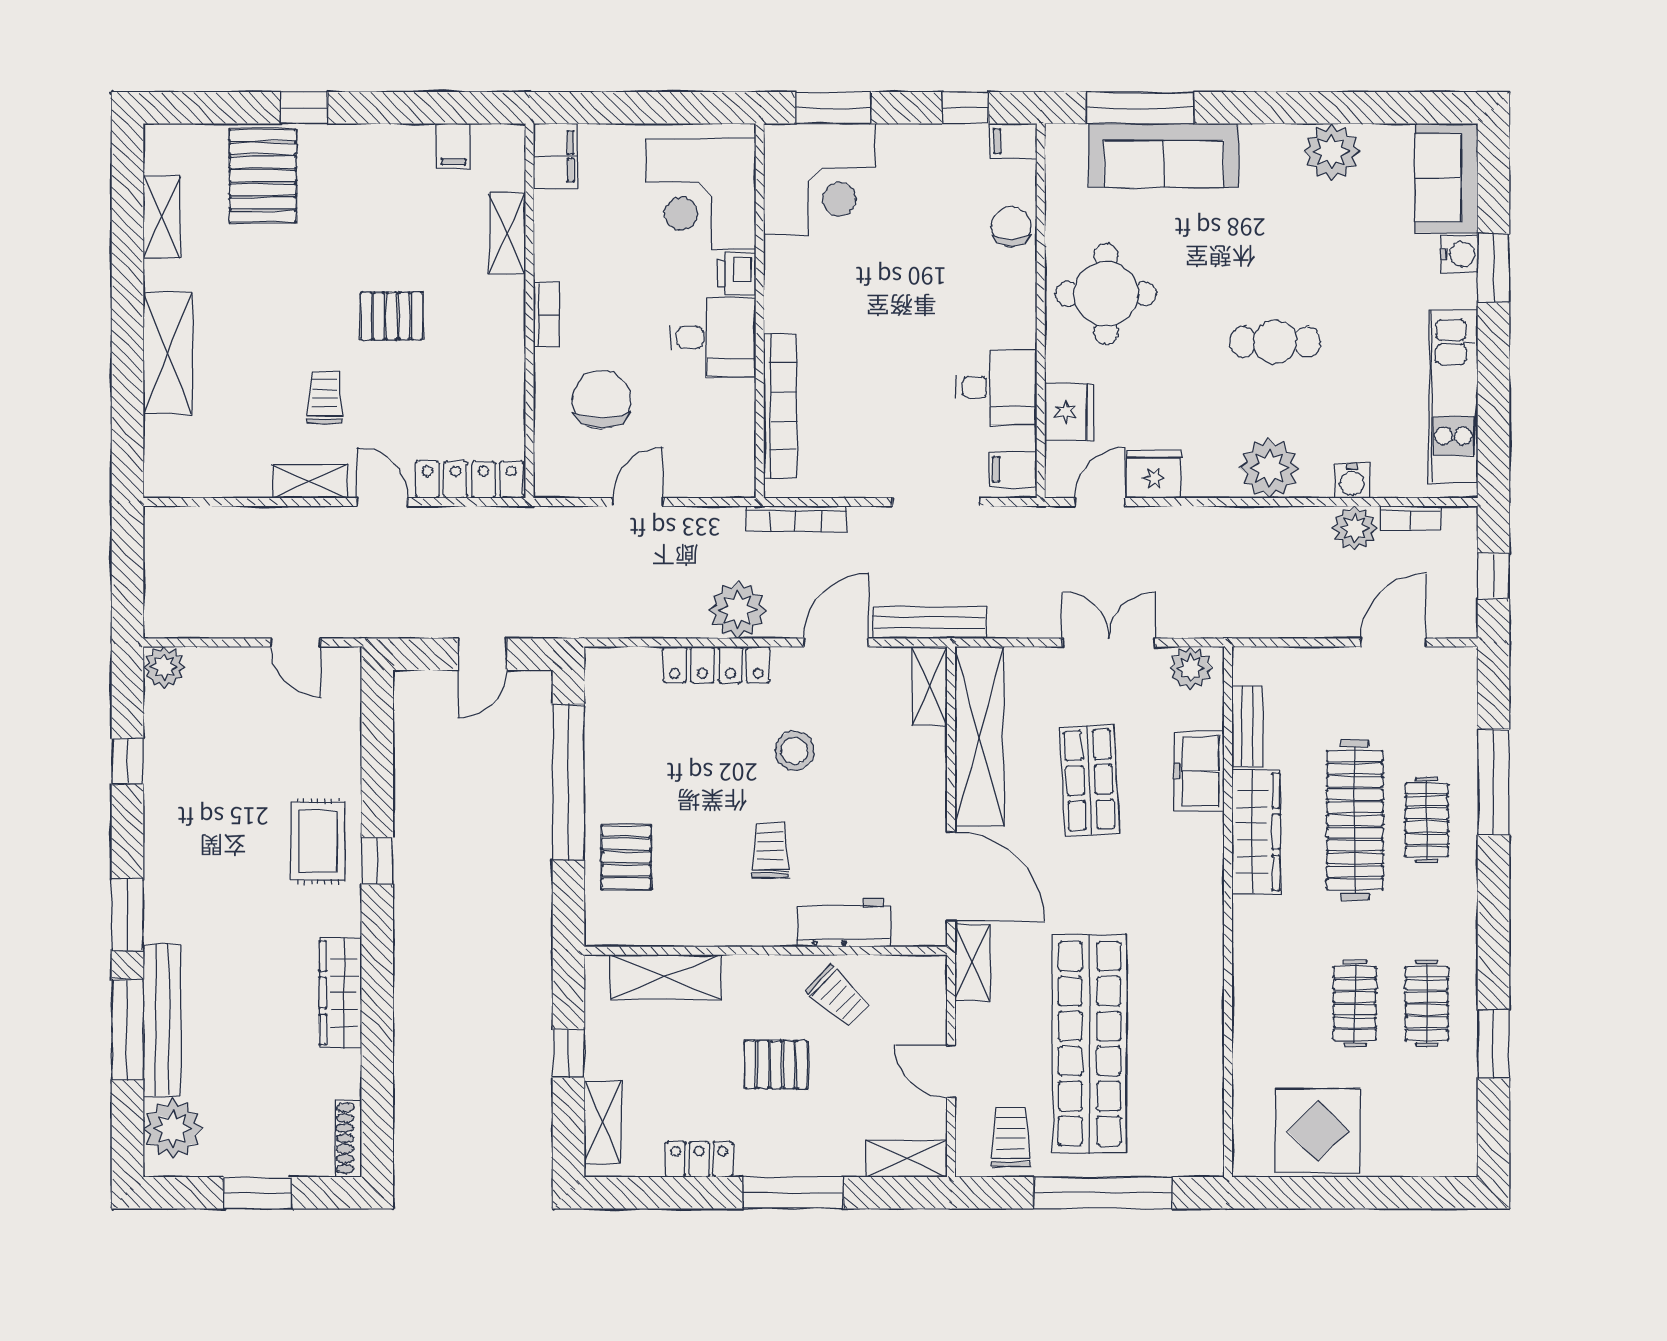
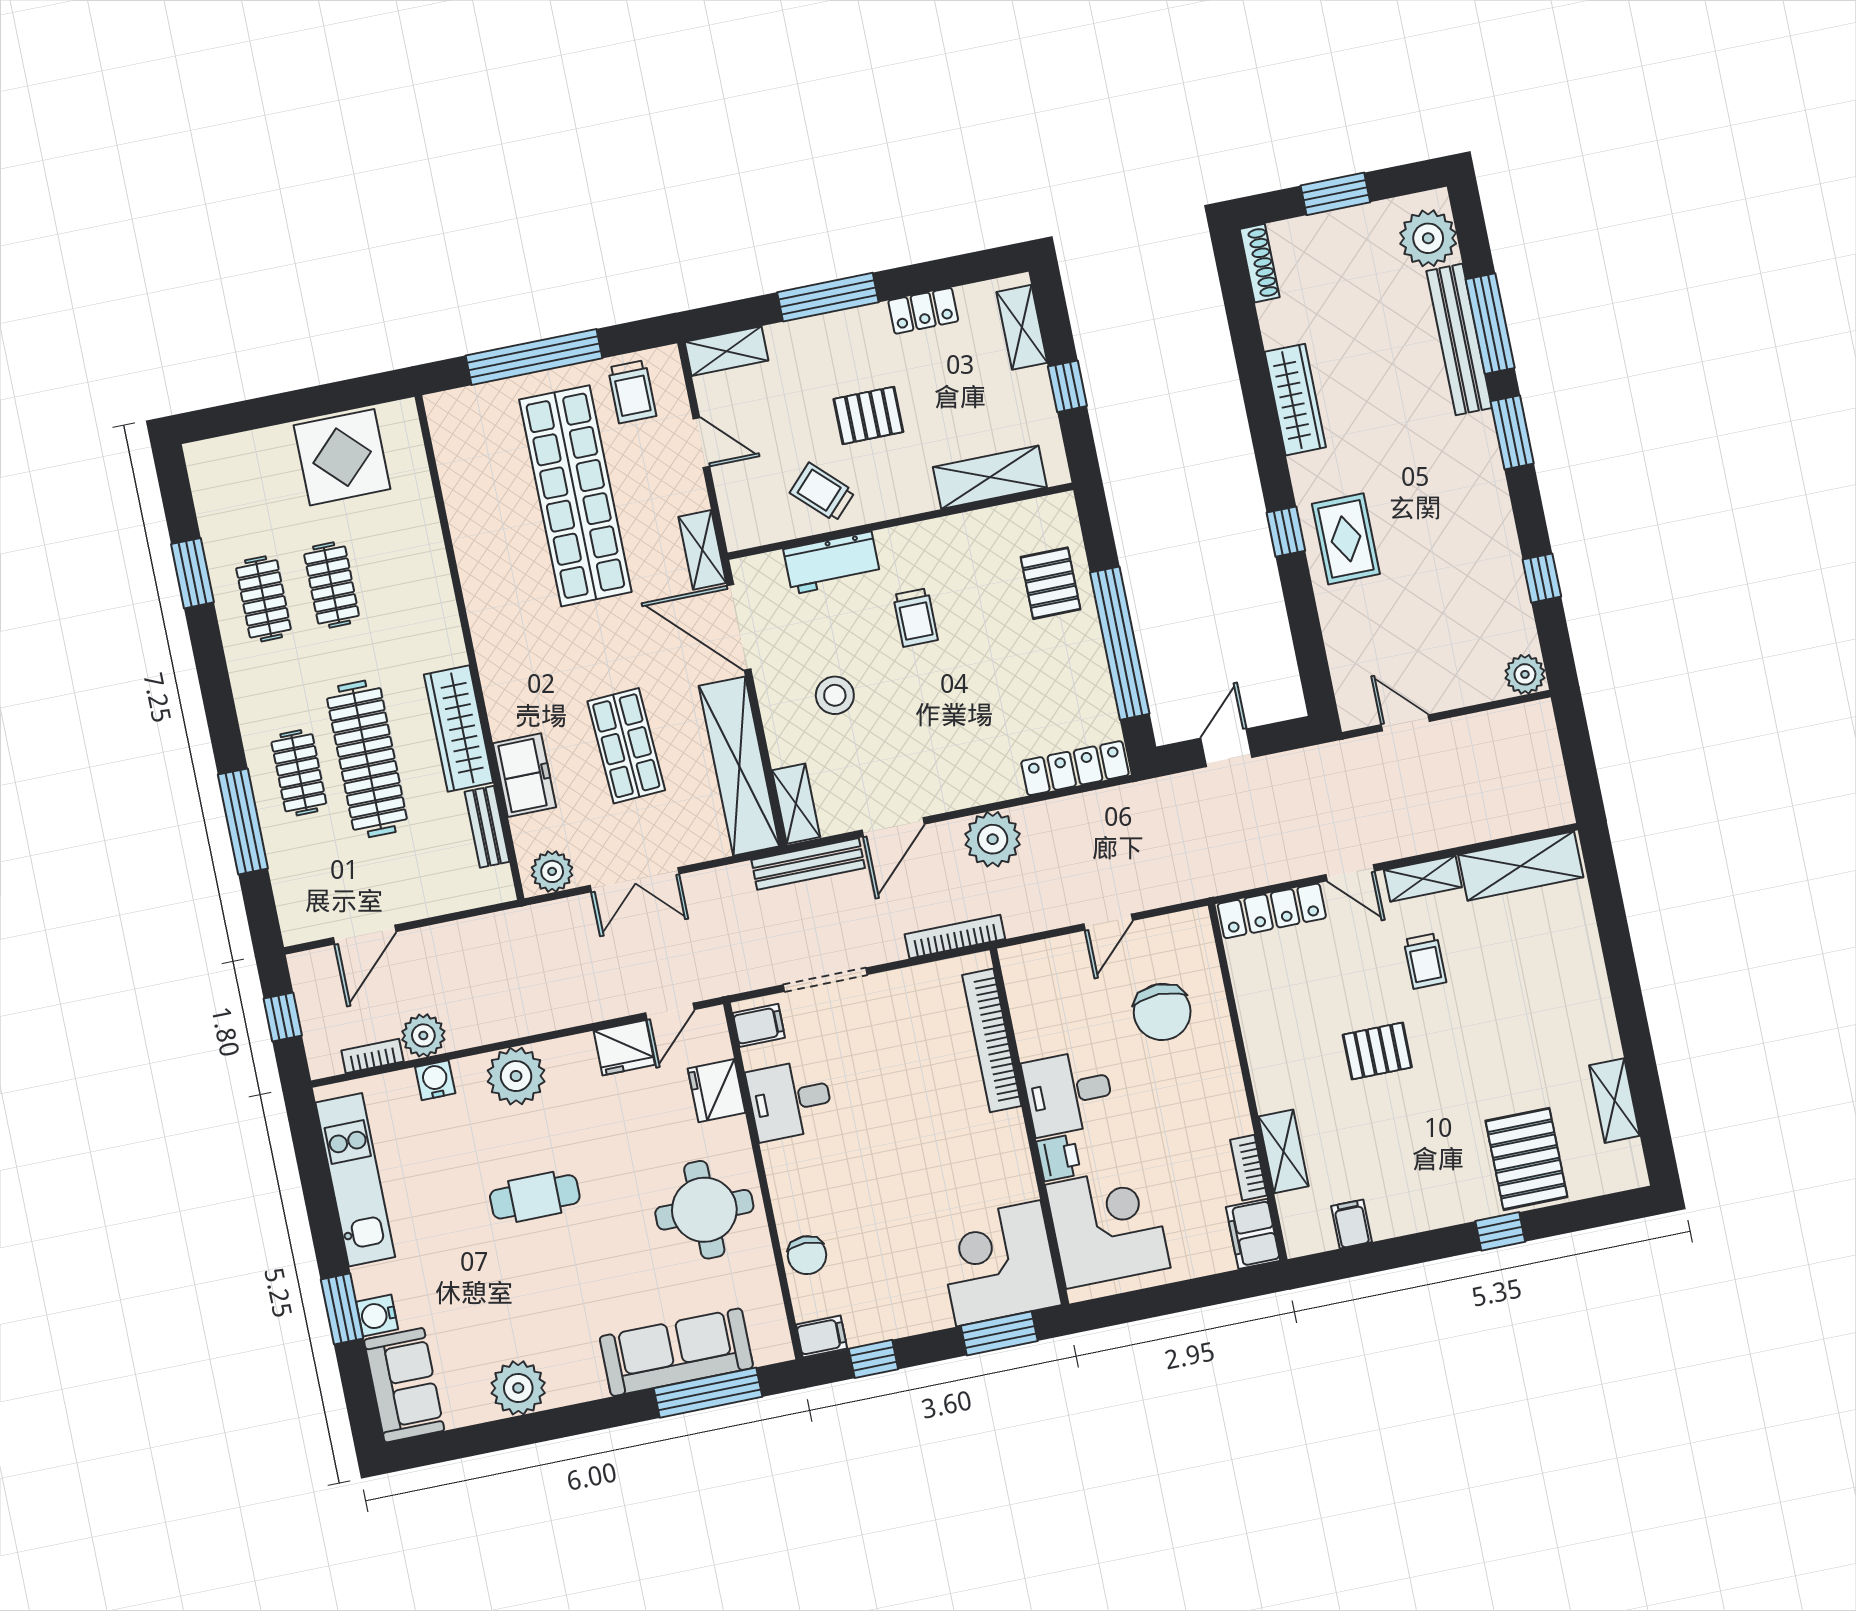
bookcase: (546, 315) -> (1248, 1168), moved
shelving: (168, 353) -> (1521, 866), moved, turned 90
locker: (716, 665) -> (1075, 768), moved
stool: (795, 751) -> (835, 695), moved

